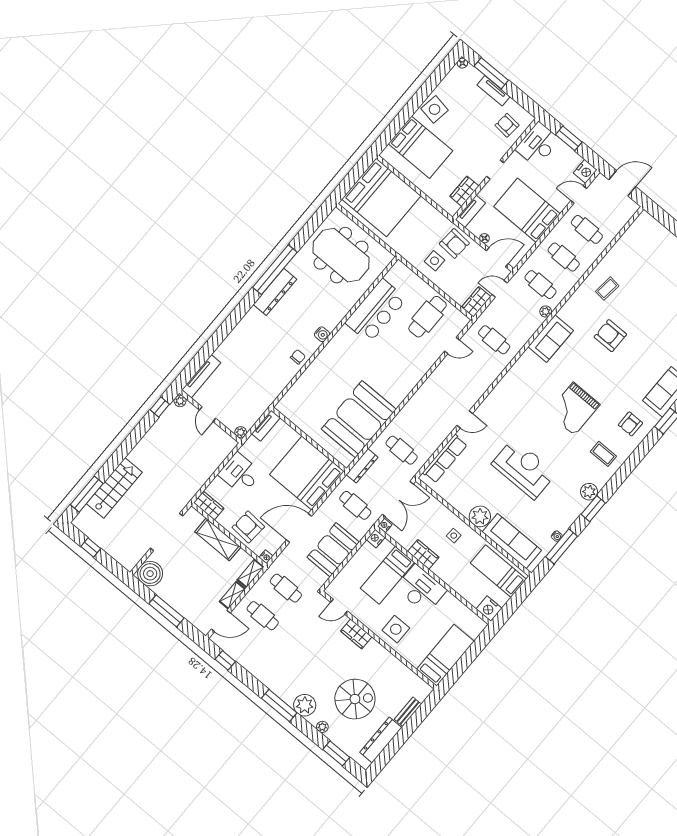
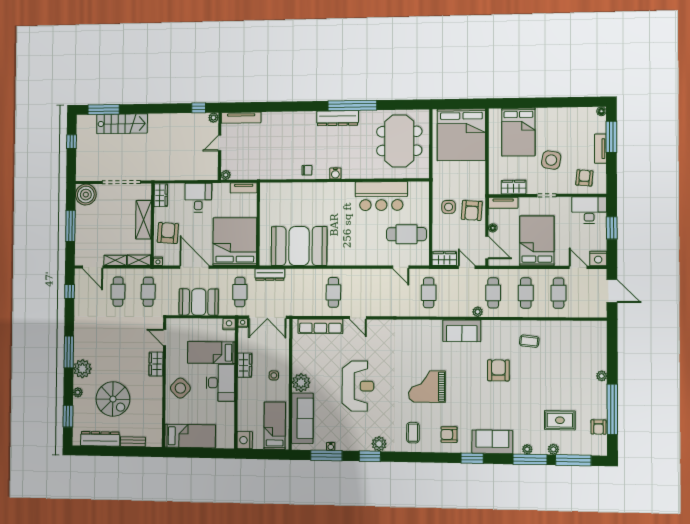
side table: (435, 109) -> (551, 160), moved
cafe table: (402, 450) -> (333, 292), moved
side table: (396, 629) -> (180, 388), turned 45

